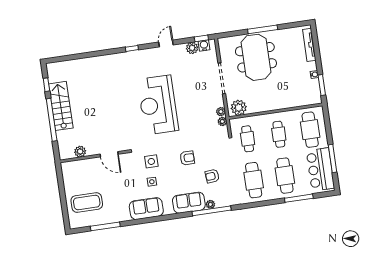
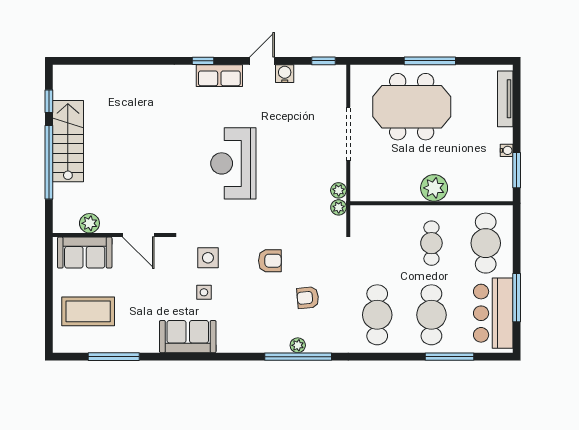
water cooler: (204, 45) -> (285, 74), moved
plant: (192, 48) -> (305, 75), removed
row of seats: (143, 56) -> (219, 76), added
meeting table: (256, 57) -> (412, 107), turned 90
reception desk: (158, 105) -> (233, 163), width x0.74, depth x0.77
plant: (239, 108) -> (434, 188), moved
cafe table: (248, 139) -> (377, 243), removed
sofa: (189, 203) -> (85, 253), moved, turned 180

